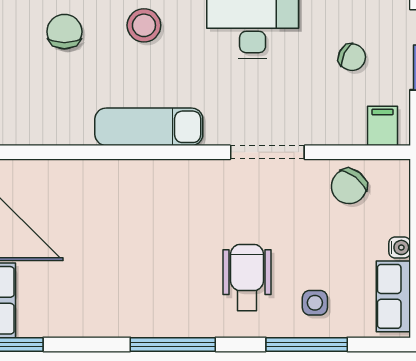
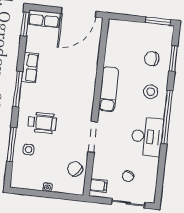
chair: (64, 32) -> (152, 59), turned 180
row of seats: (393, 296) -> (30, 68), moved, turned 90

